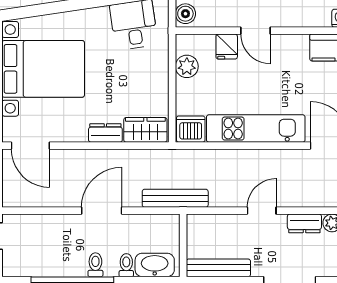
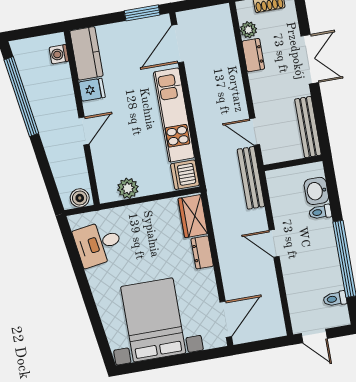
fridge: (227, 47) -> (92, 90), moved
door: (102, 211) -> (274, 243), width x0.73
door: (262, 211) -> (255, 132), moved
toilet: (95, 265) -> (335, 299), moved
washbasin: (155, 265) -> (316, 191), width x0.72

